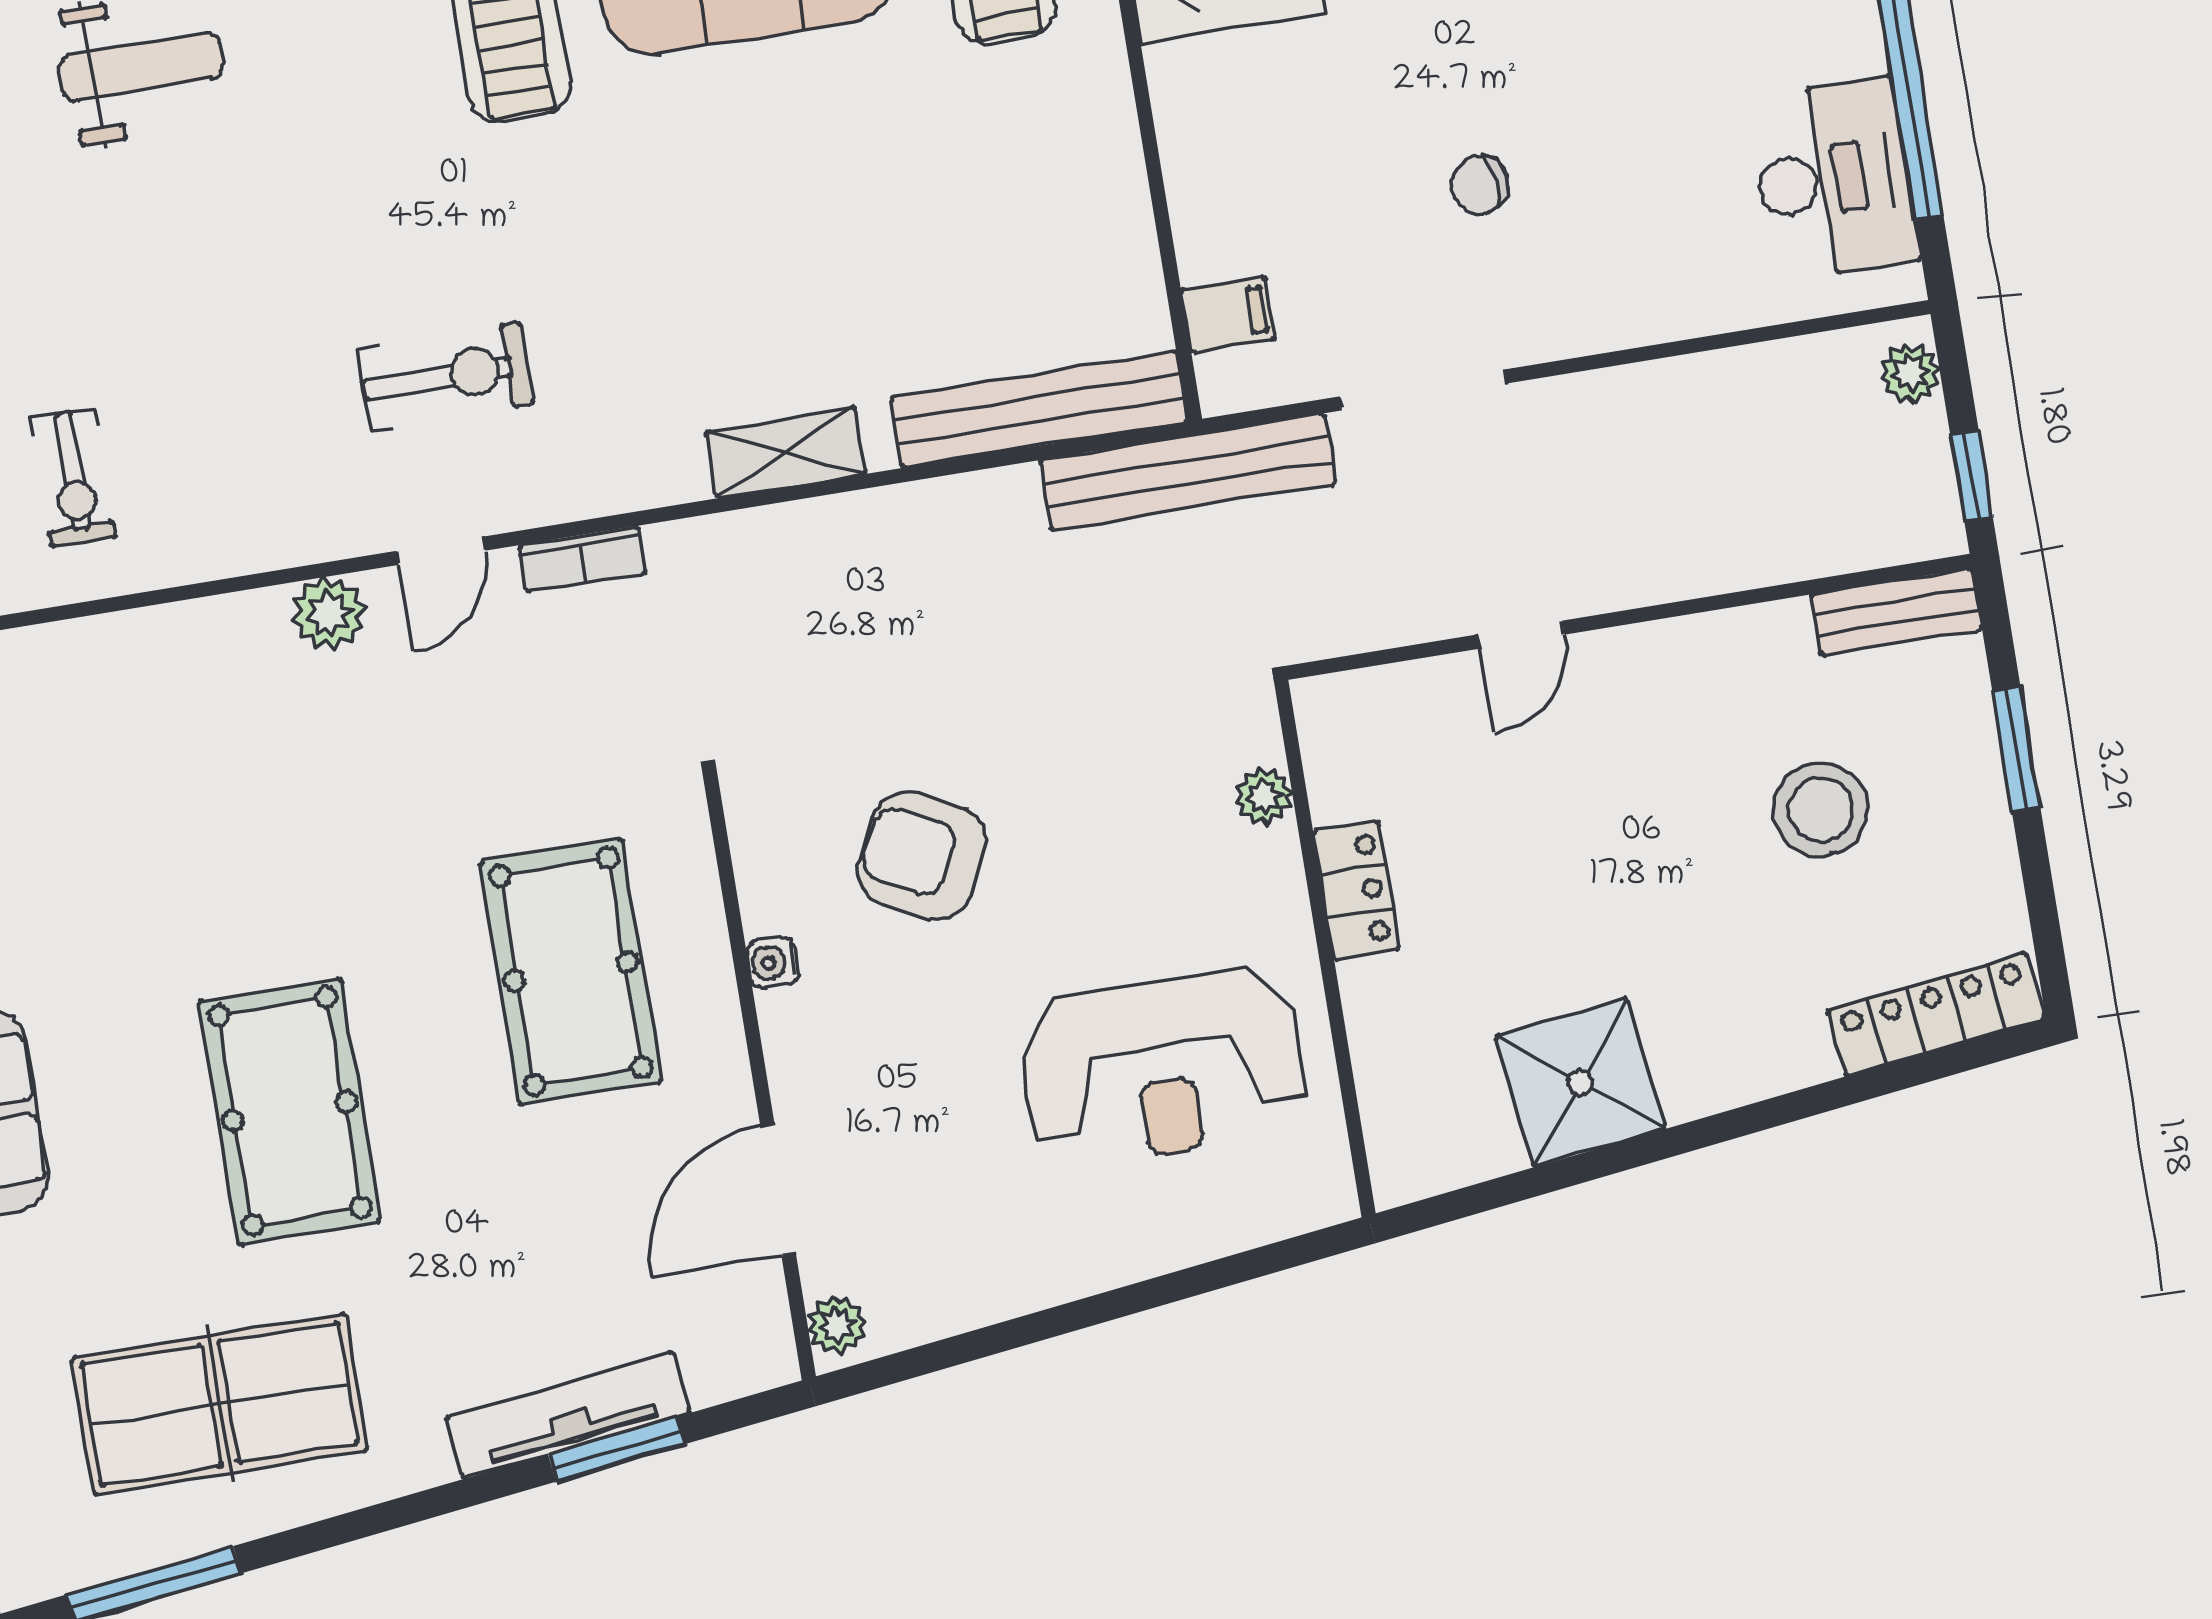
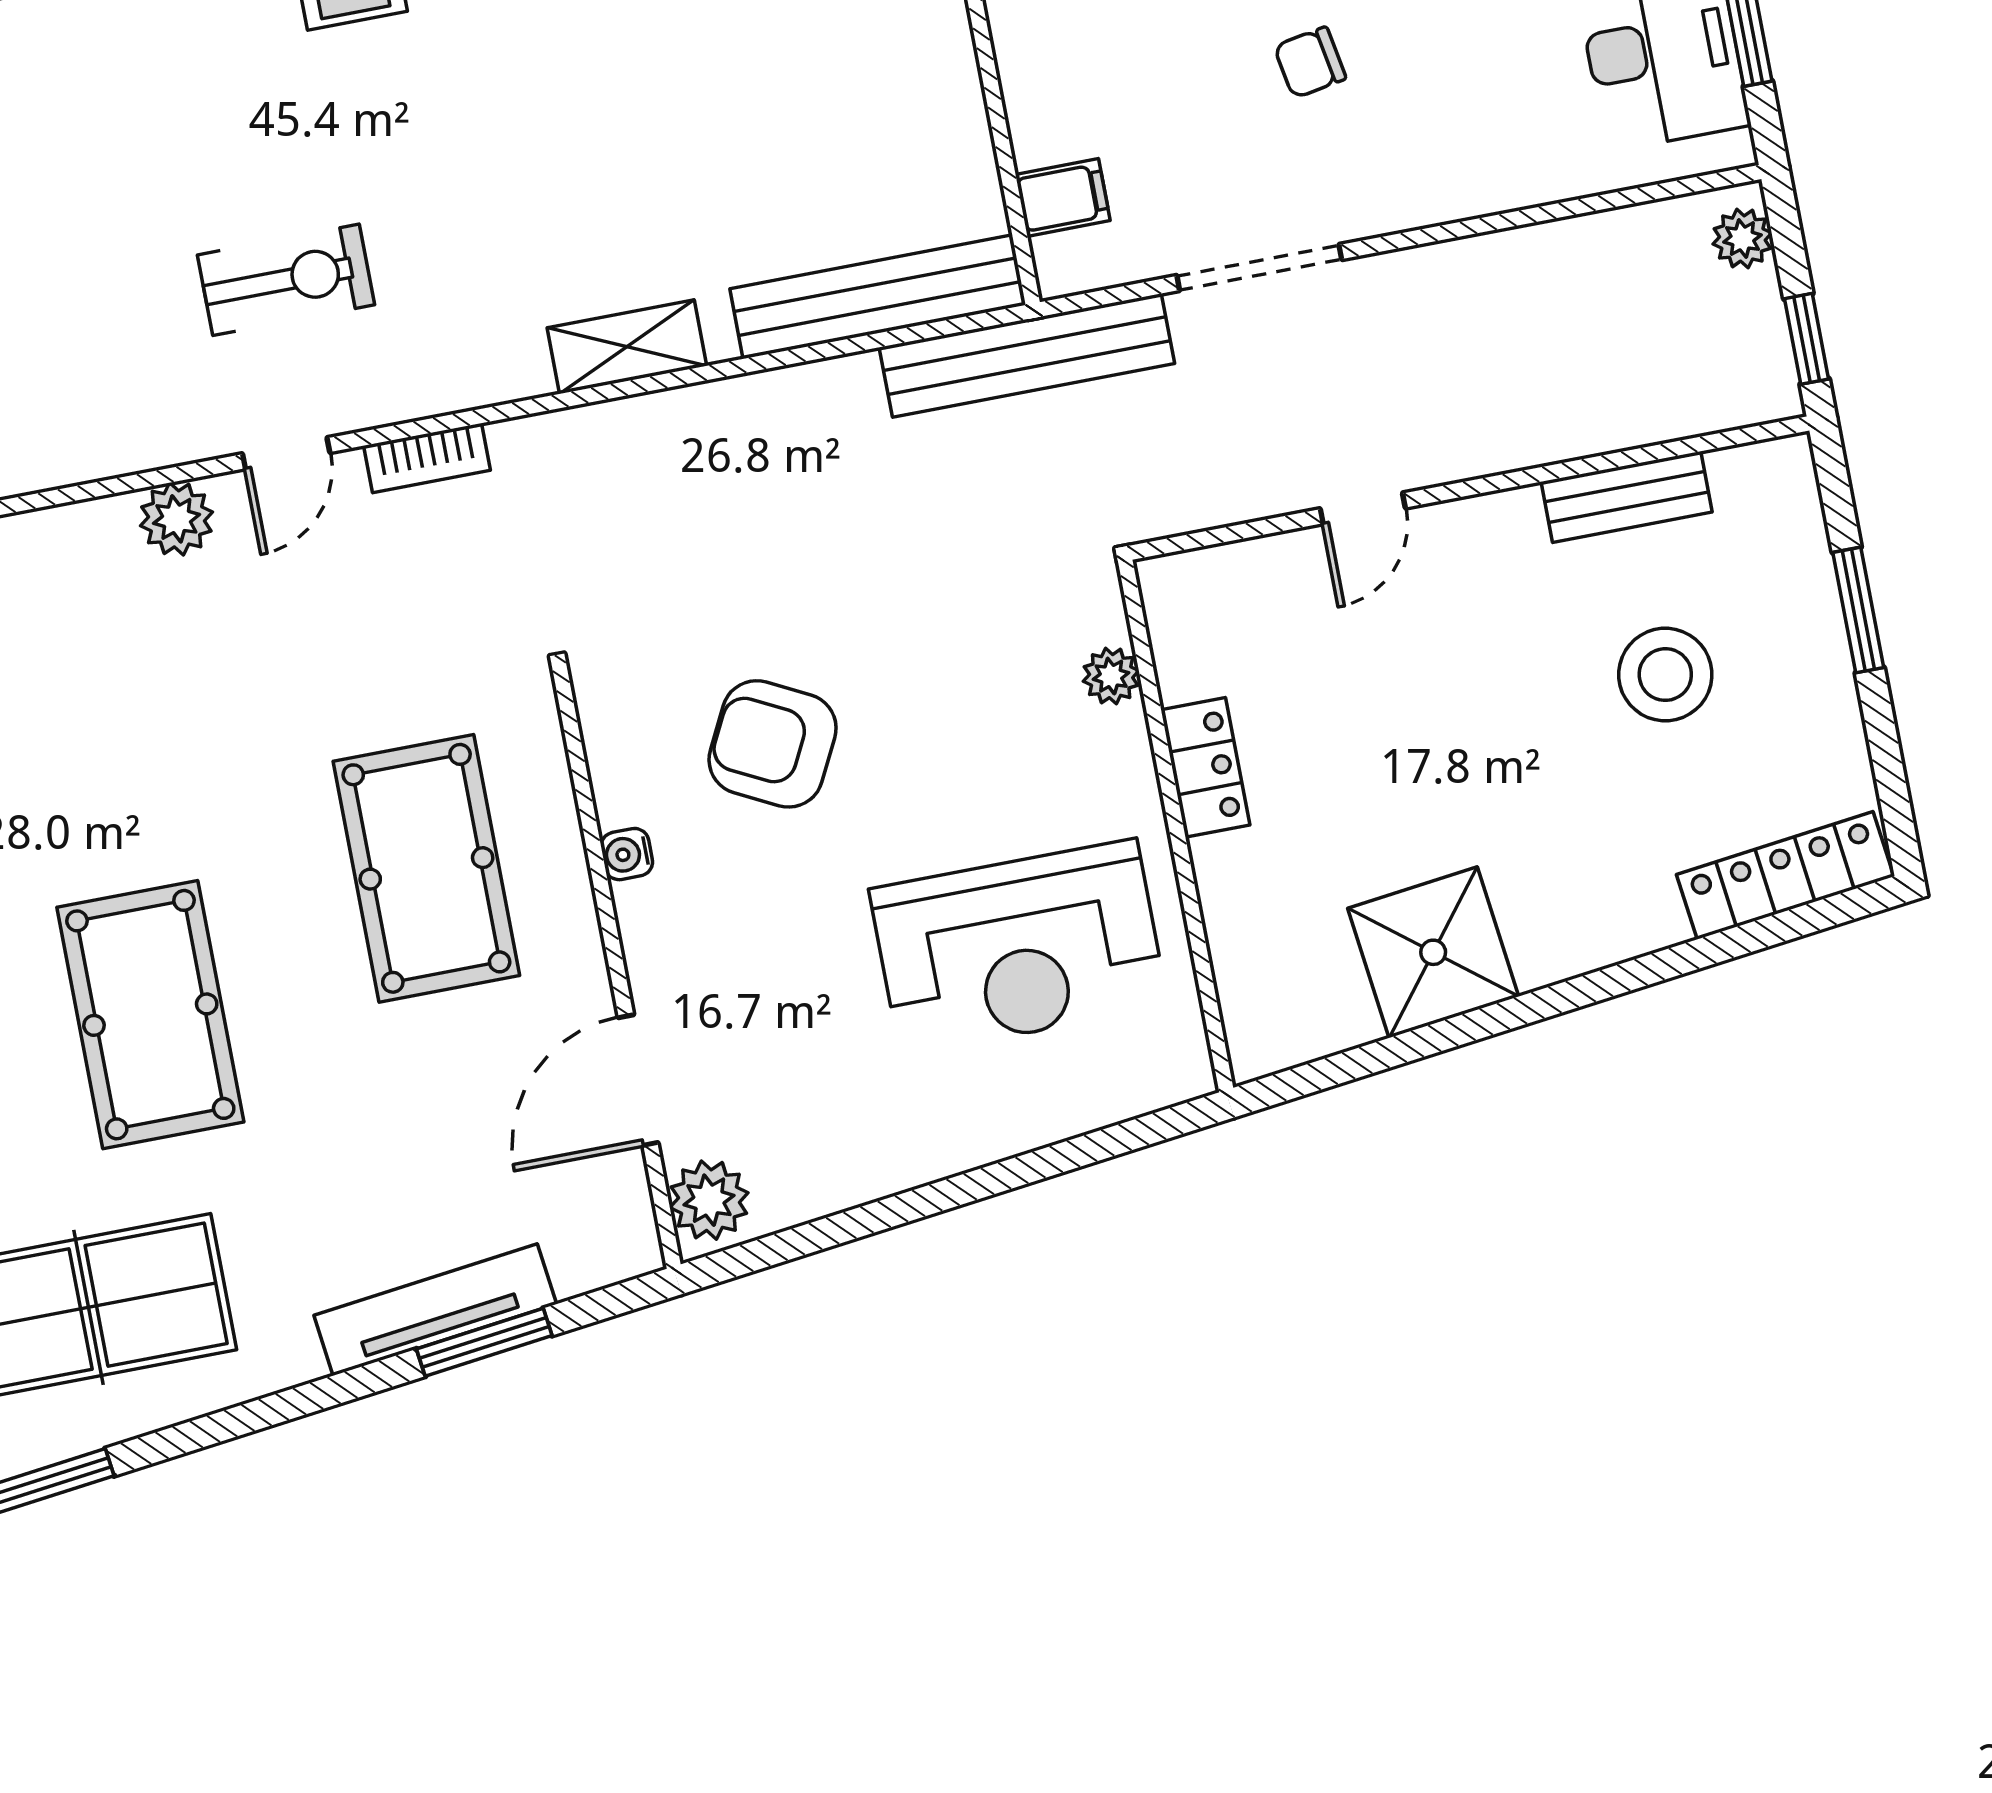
bench: (1897, 612) -> (1627, 497), moved
plant: (837, 1325) -> (709, 1200), width x1.38, depth x1.38

